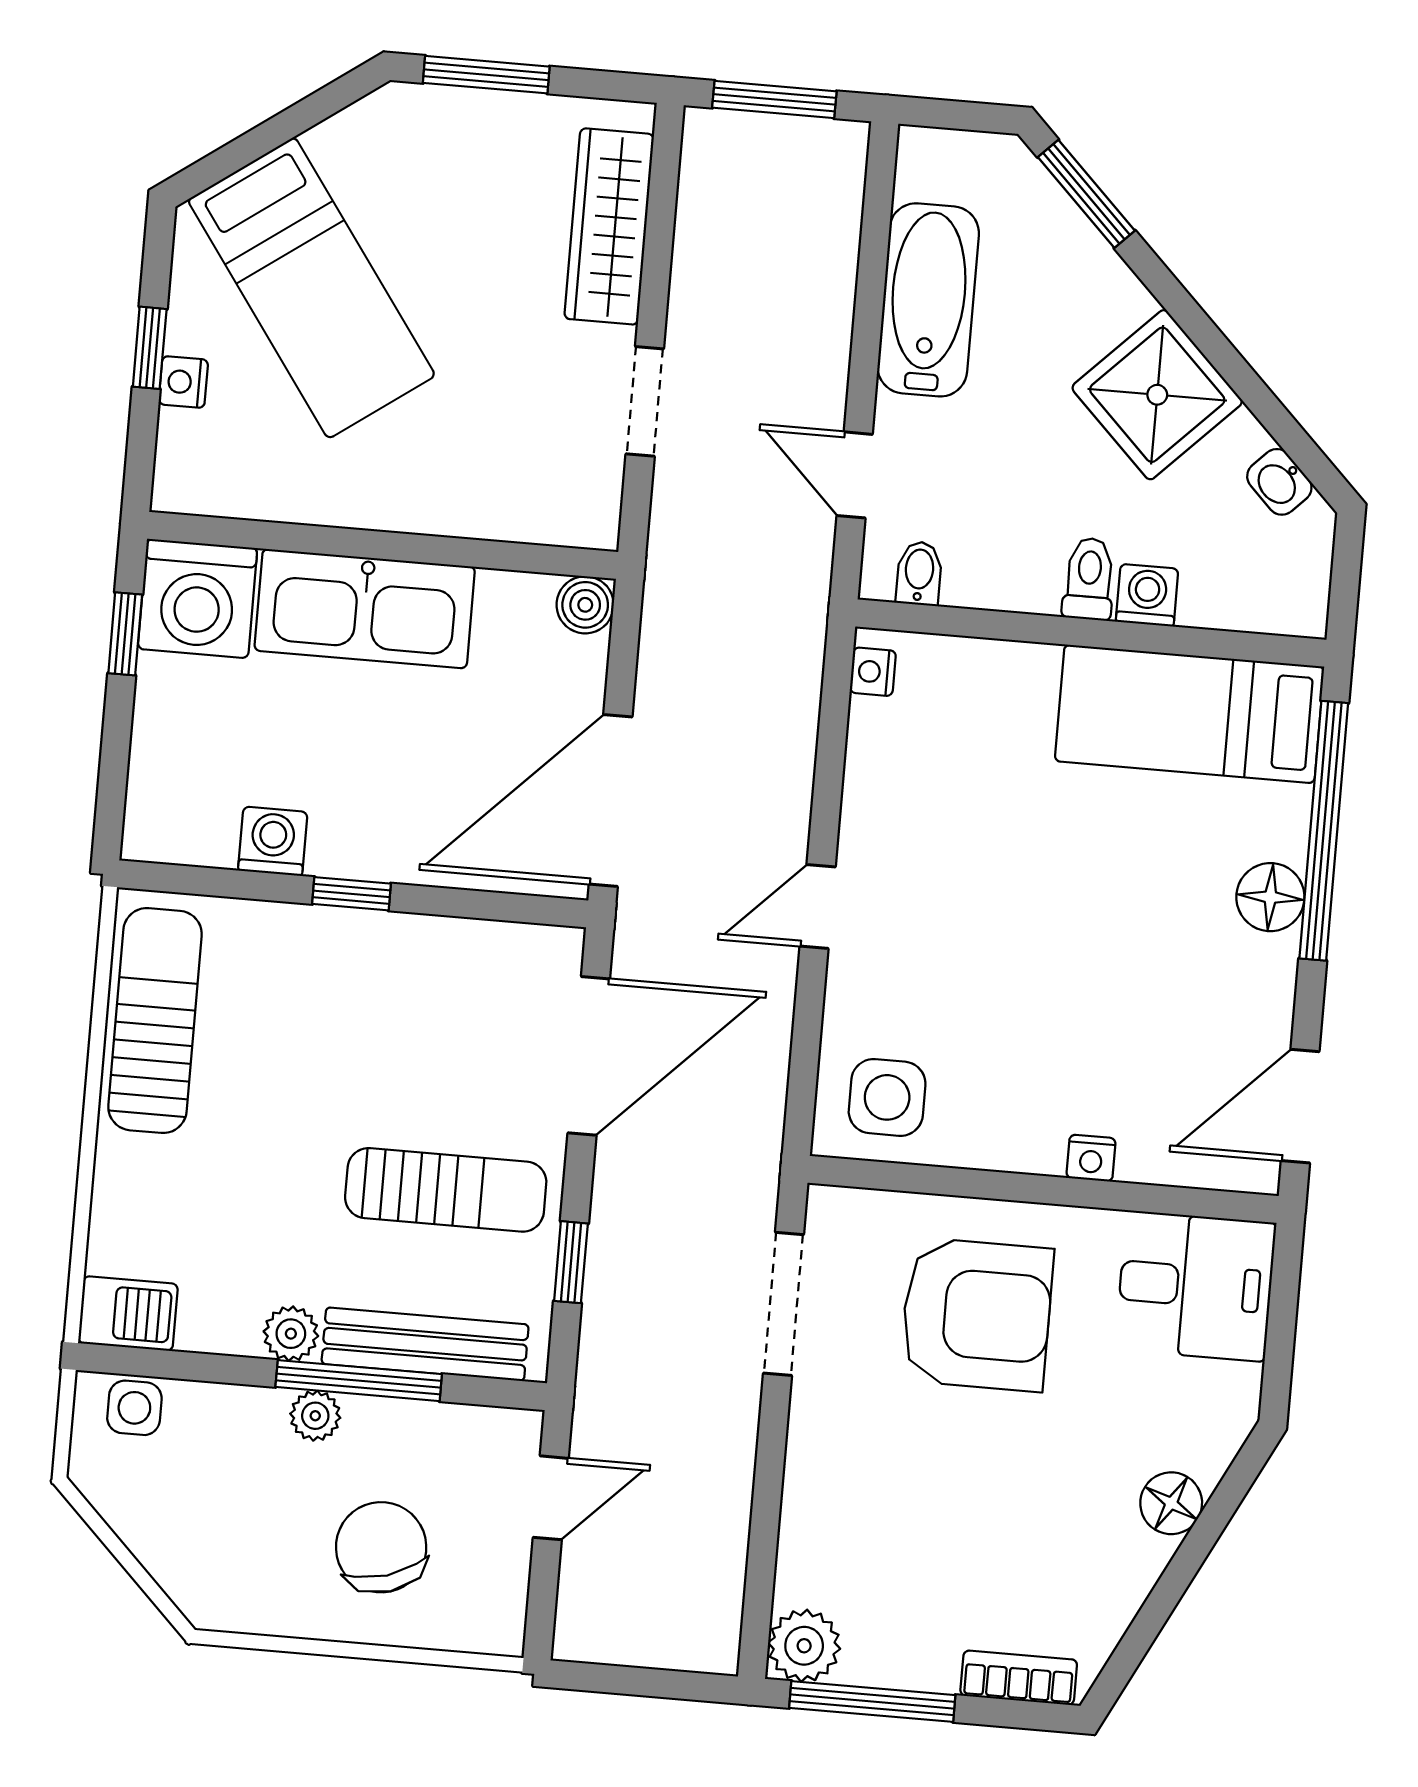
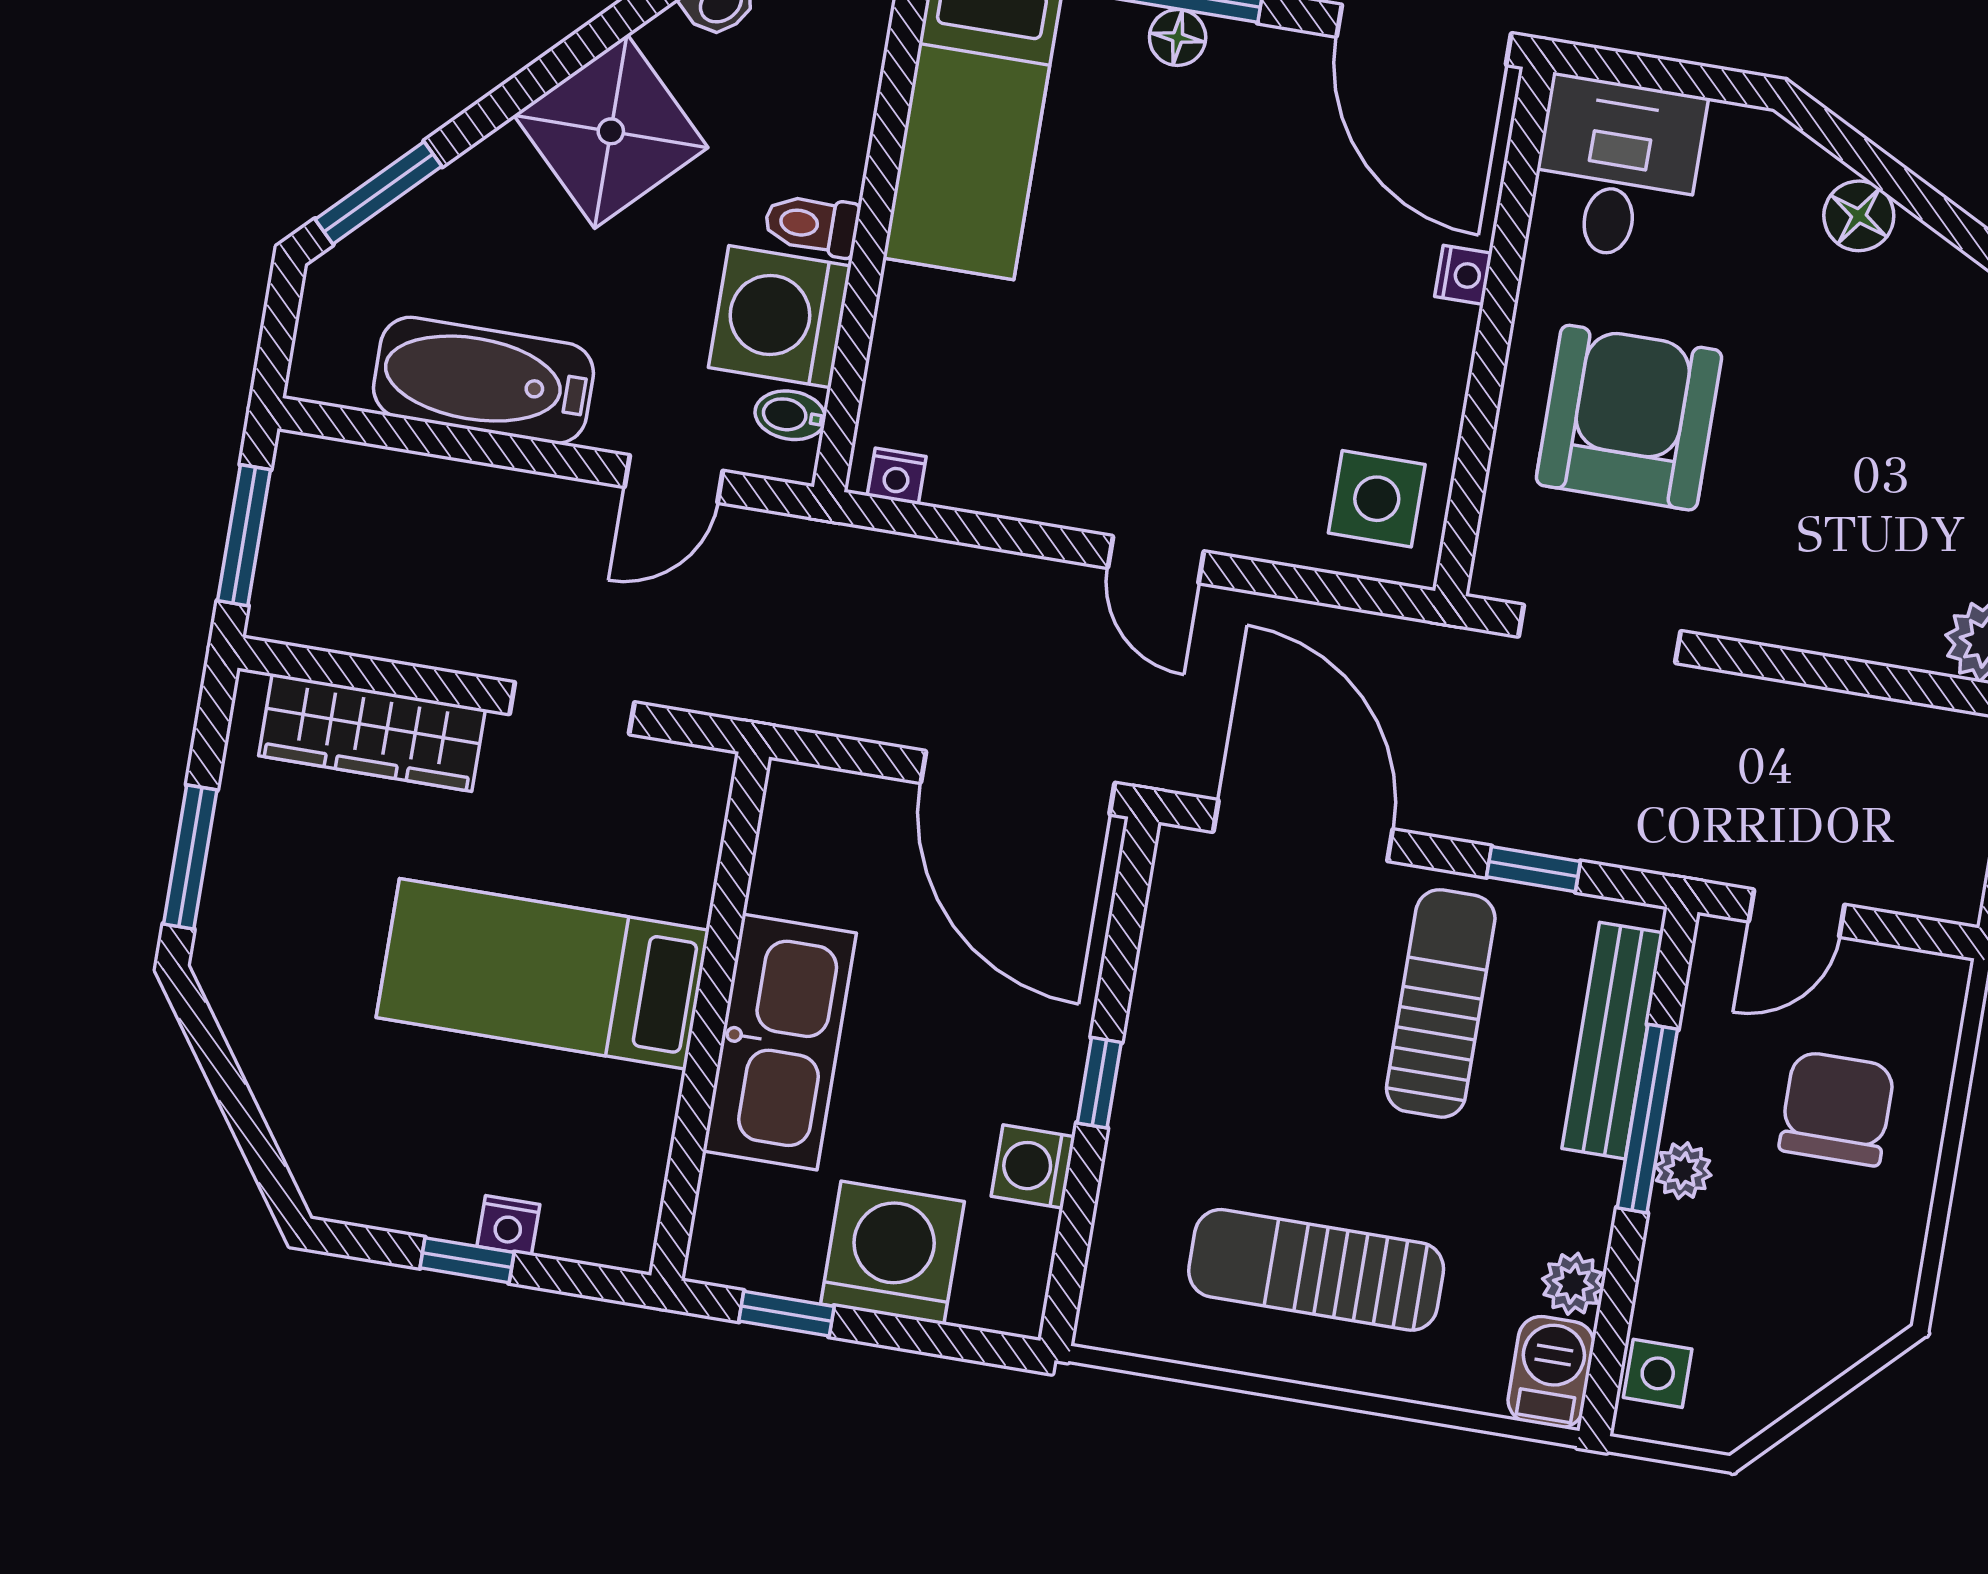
bed: (311, 288) -> (543, 974), moved, turned -145
washing machine: (1147, 595) -> (780, 317), moved, width x1.89, depth x1.89
washing machine: (198, 599) -> (892, 1253), moved, turned -90
boiler: (585, 605) -> (795, 794), removed
floor lamp: (1270, 897) -> (1178, 37), width x0.73, depth x0.73
sun lounger: (155, 1021) -> (1316, 1270), moved
door: (1300, 1106) -> (1424, 35), width x1.36
plant: (291, 1334) -> (1573, 1284), moved
door: (551, 1498) -> (1797, 913), swing flipped
chair: (381, 1547) -> (1837, 1108), turned 107

